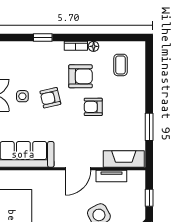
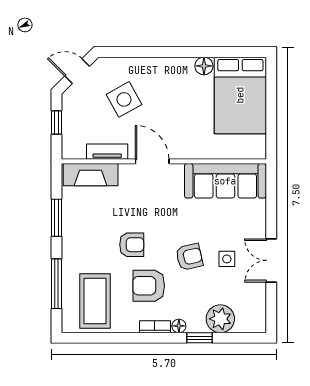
floor lamp: (94, 46) -> (179, 326), moved
plant: (27, 52) -> (220, 319), added
coffee table: (121, 65) -> (95, 301), width x1.86, depth x1.72
window: (149, 78) -> (56, 284), added
door: (78, 169) -> (152, 161), hinge flipped

